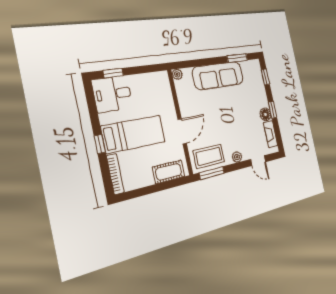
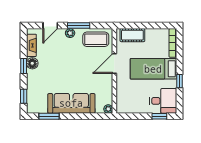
window: (100, 144) -> (179, 81), moved
door: (258, 161) -> (50, 26), swing flipped
window: (212, 173) -> (79, 26), moved

